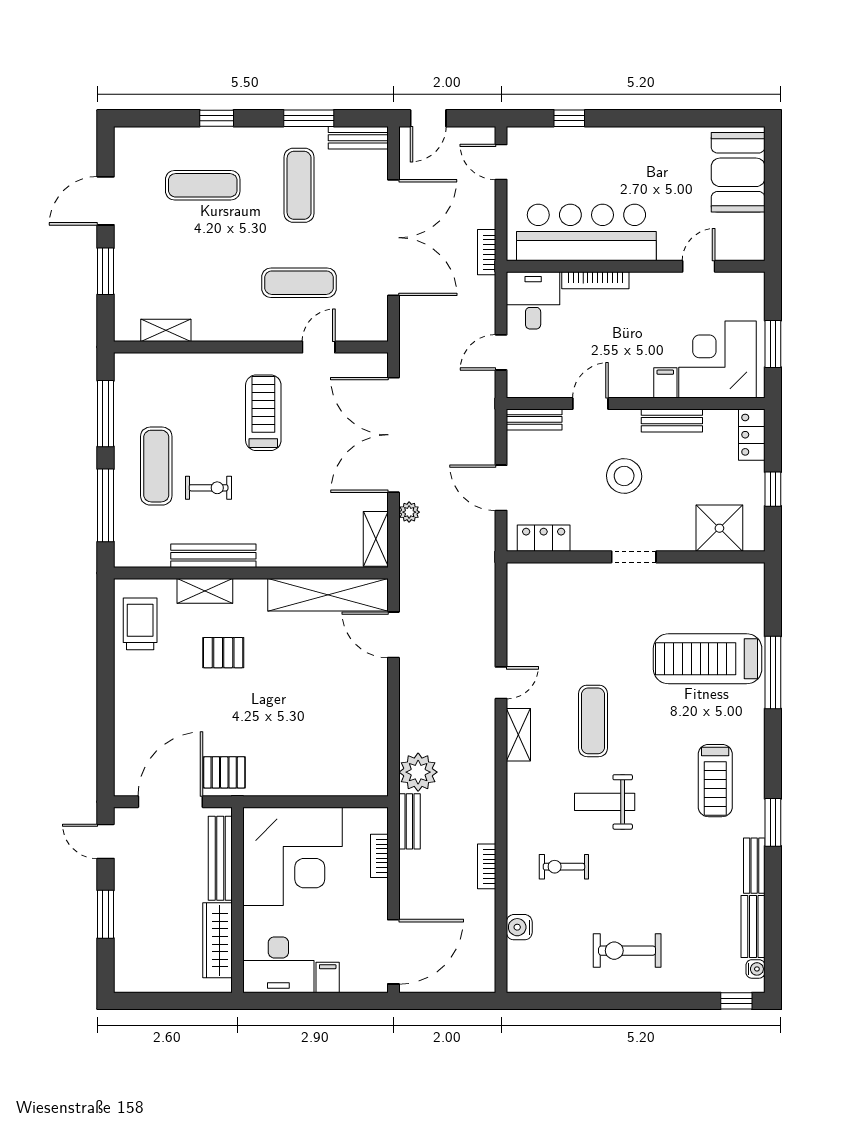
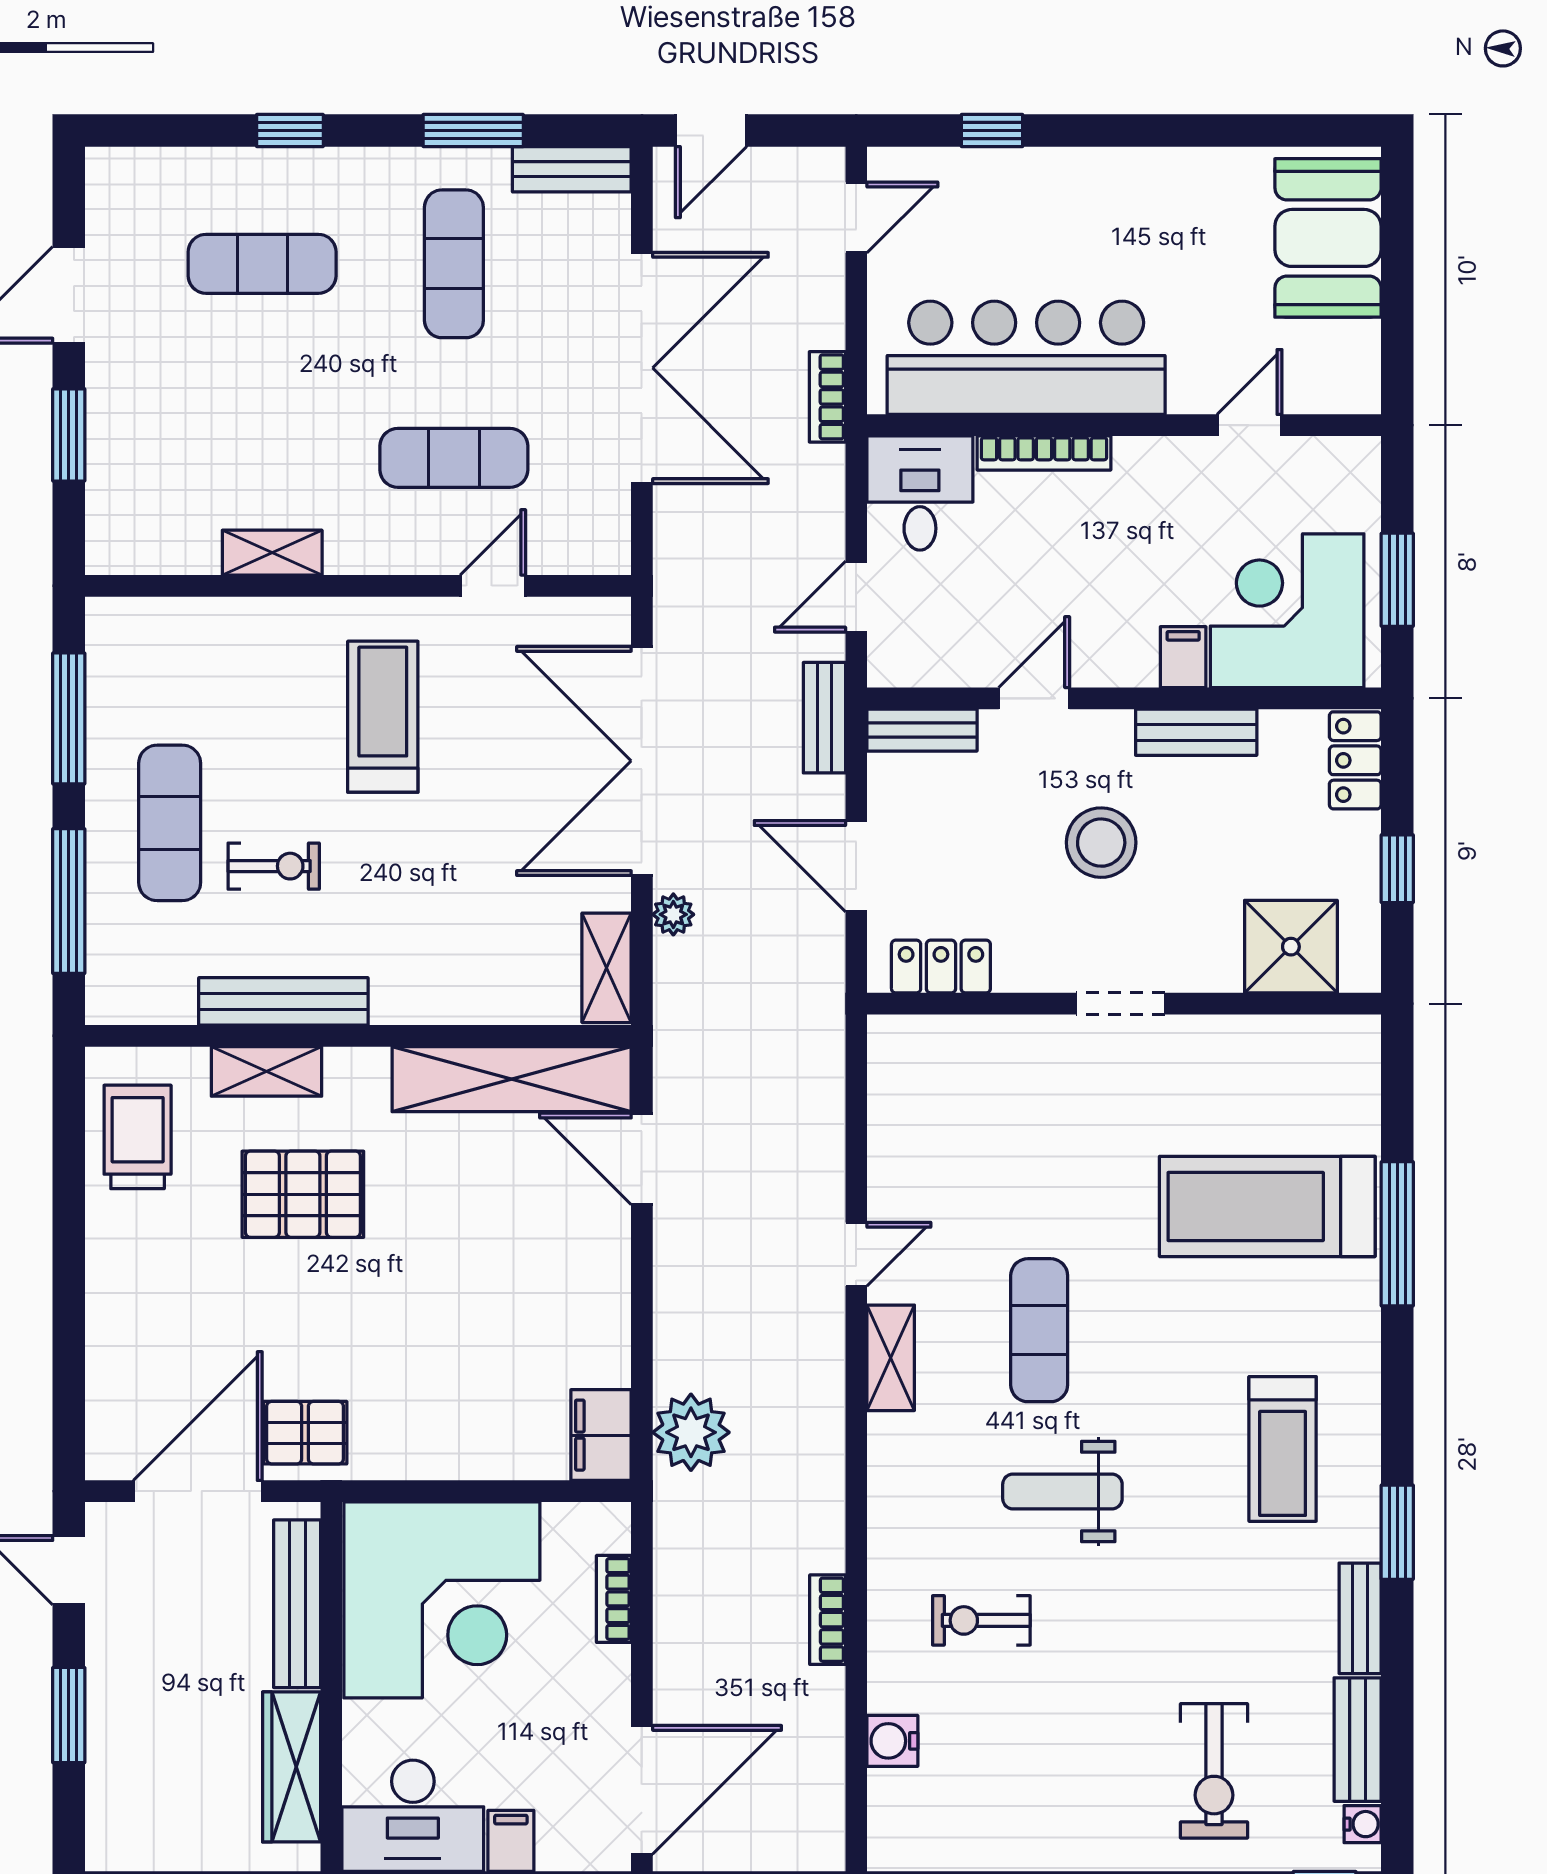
door: (501, 162) -> (856, 218), swing flipped
shelving: (166, 330) -> (272, 553), moved
pallet: (223, 653) -> (303, 1194), width x1.50, depth x1.42
filing cabinet: (373, 774) -> (601, 1435), added
bench: (409, 821) -> (824, 718), moved
exercise bike: (627, 951) -> (1214, 1771), moved, turned -90

